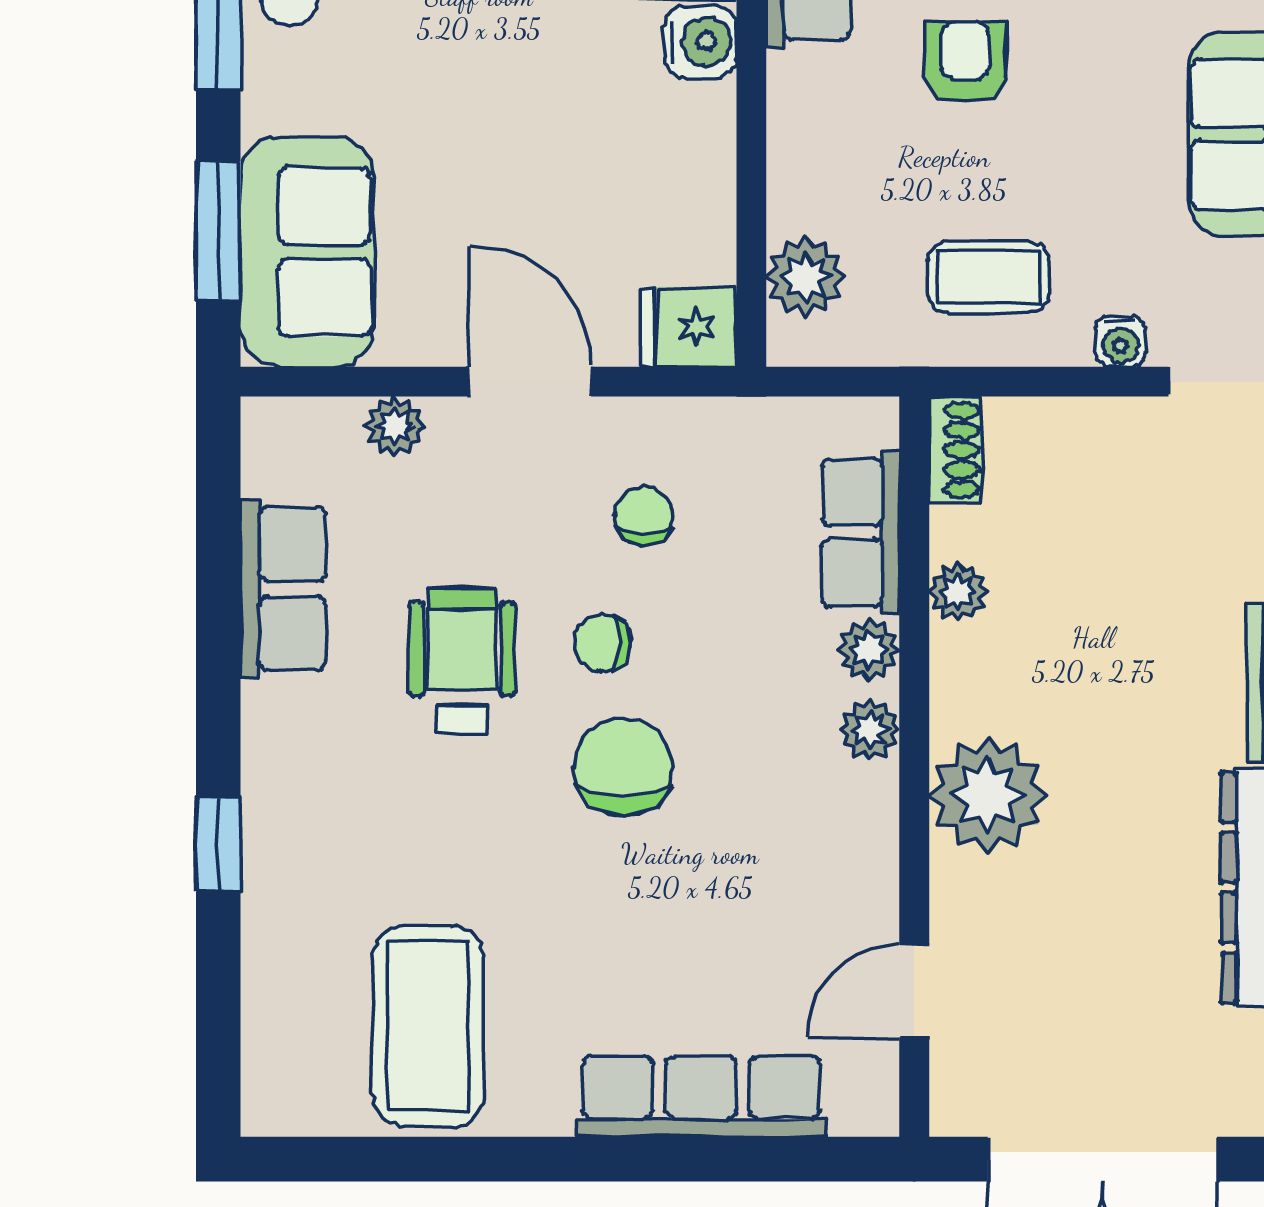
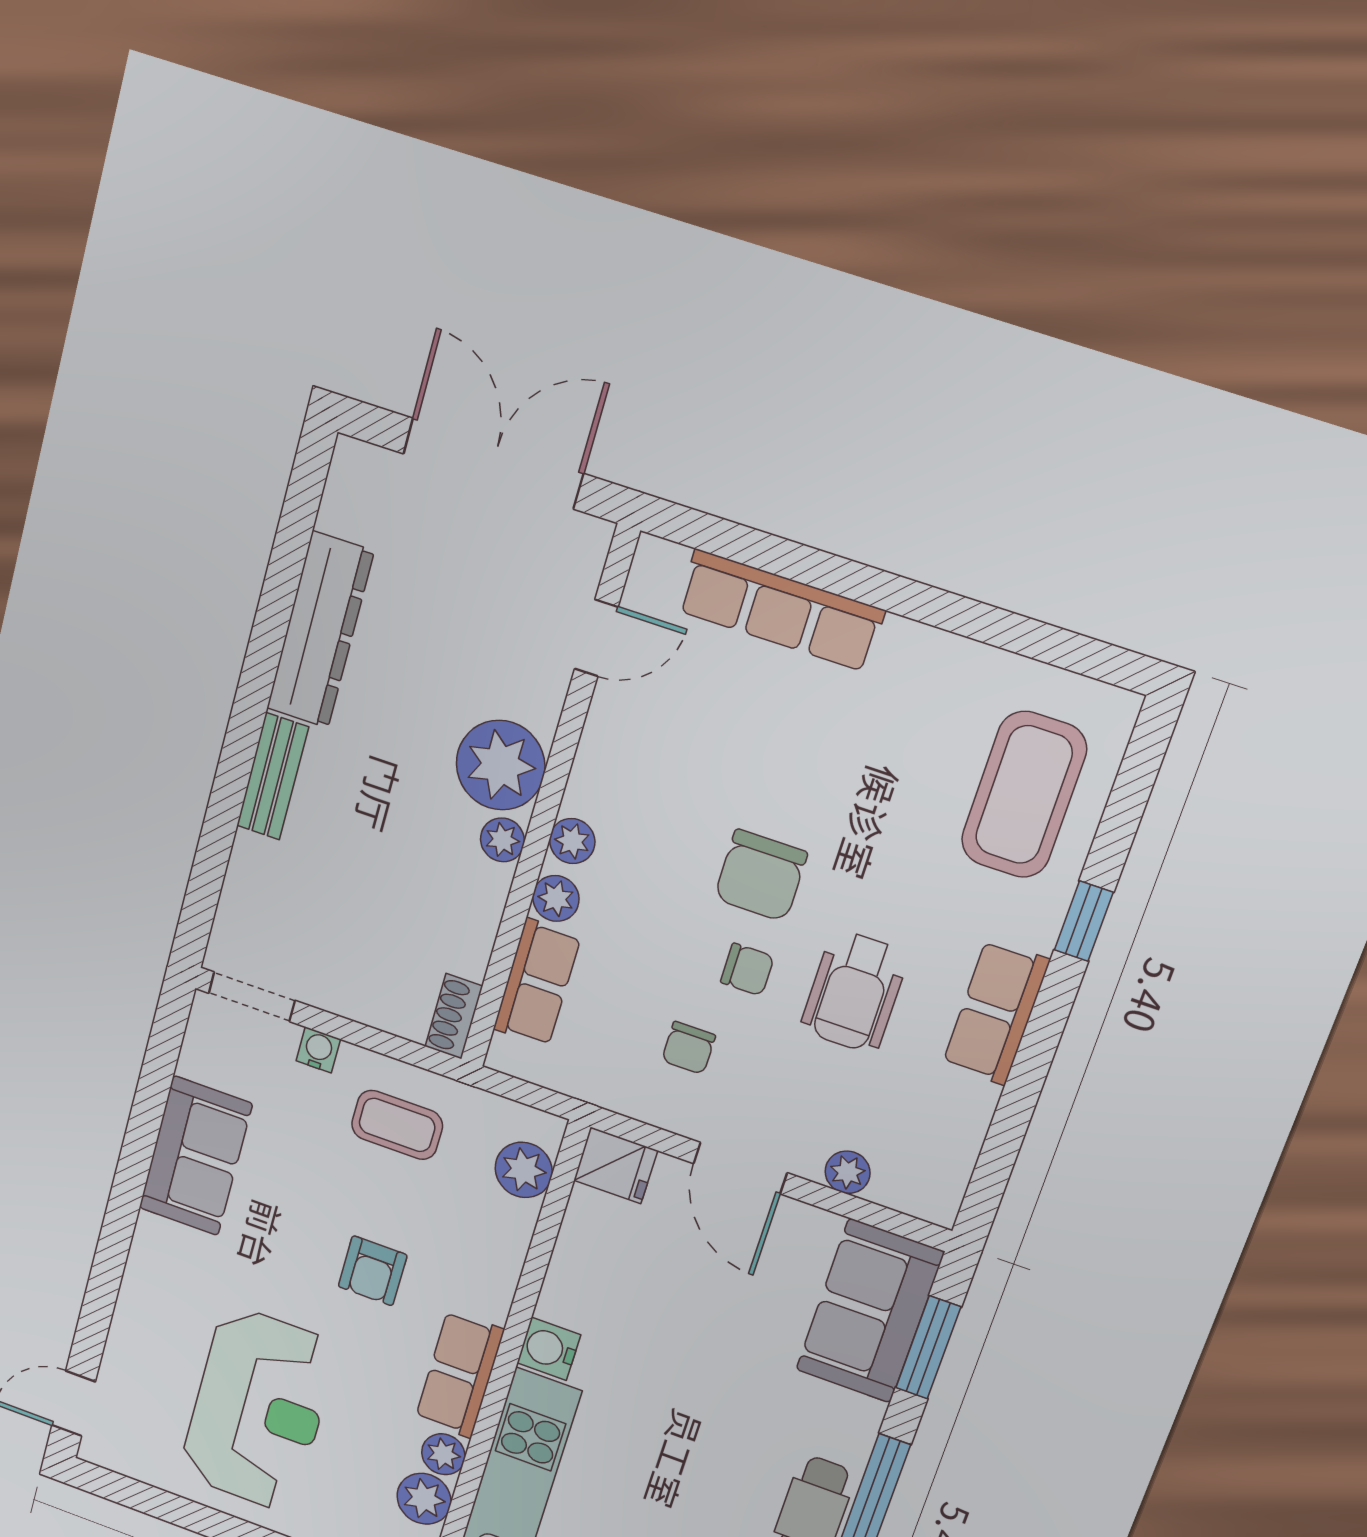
row of seats: (283, 588) -> (996, 1012), moved
plant: (958, 592) -> (502, 840), moved
coffee table: (428, 1026) -> (1024, 795), moved

